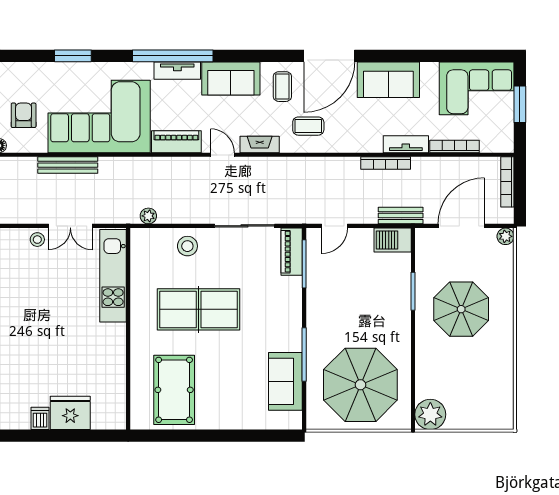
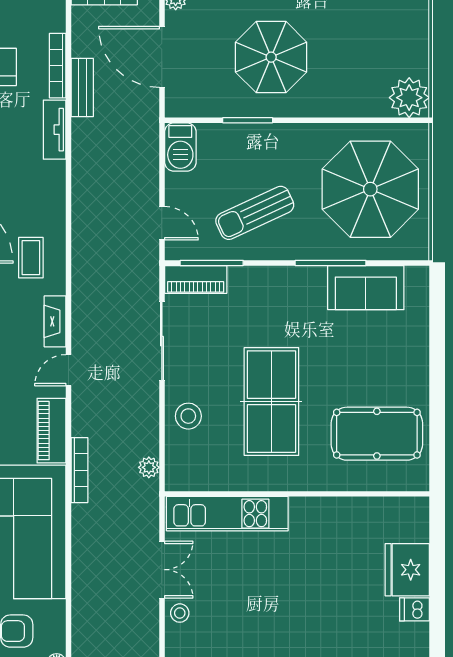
bookcase: (386, 163) -> (79, 470), moved
bench: (68, 165) -> (82, 573), removed
bench: (401, 216) -> (82, 88), moved
sun lounger: (342, 297) -> (255, 213), added

